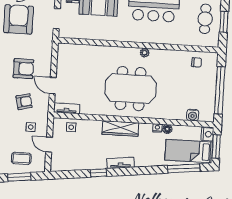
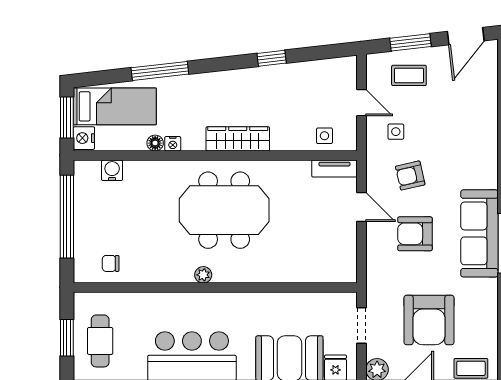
tv unit: (121, 163) -> (234, 78), removed
window: (184, 168) -> (160, 71), moved

